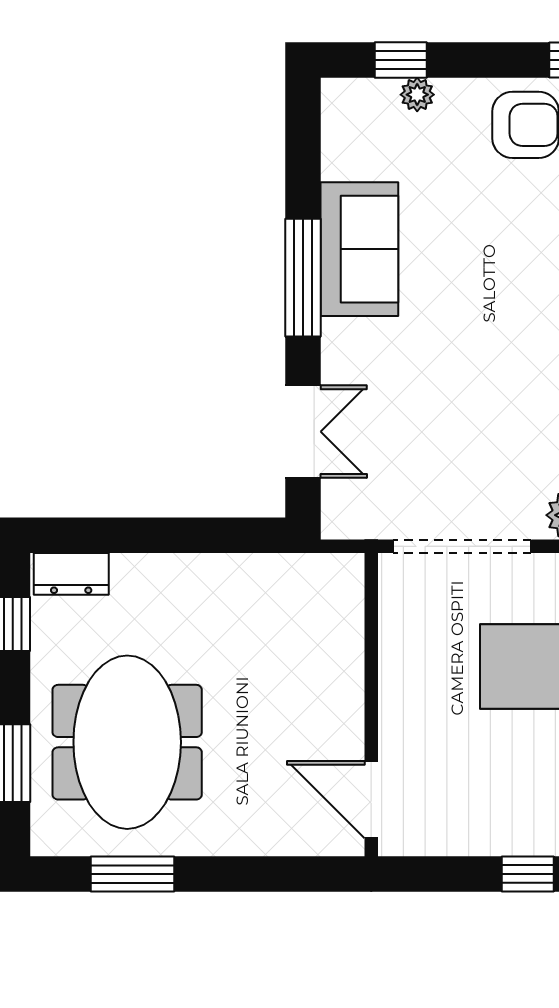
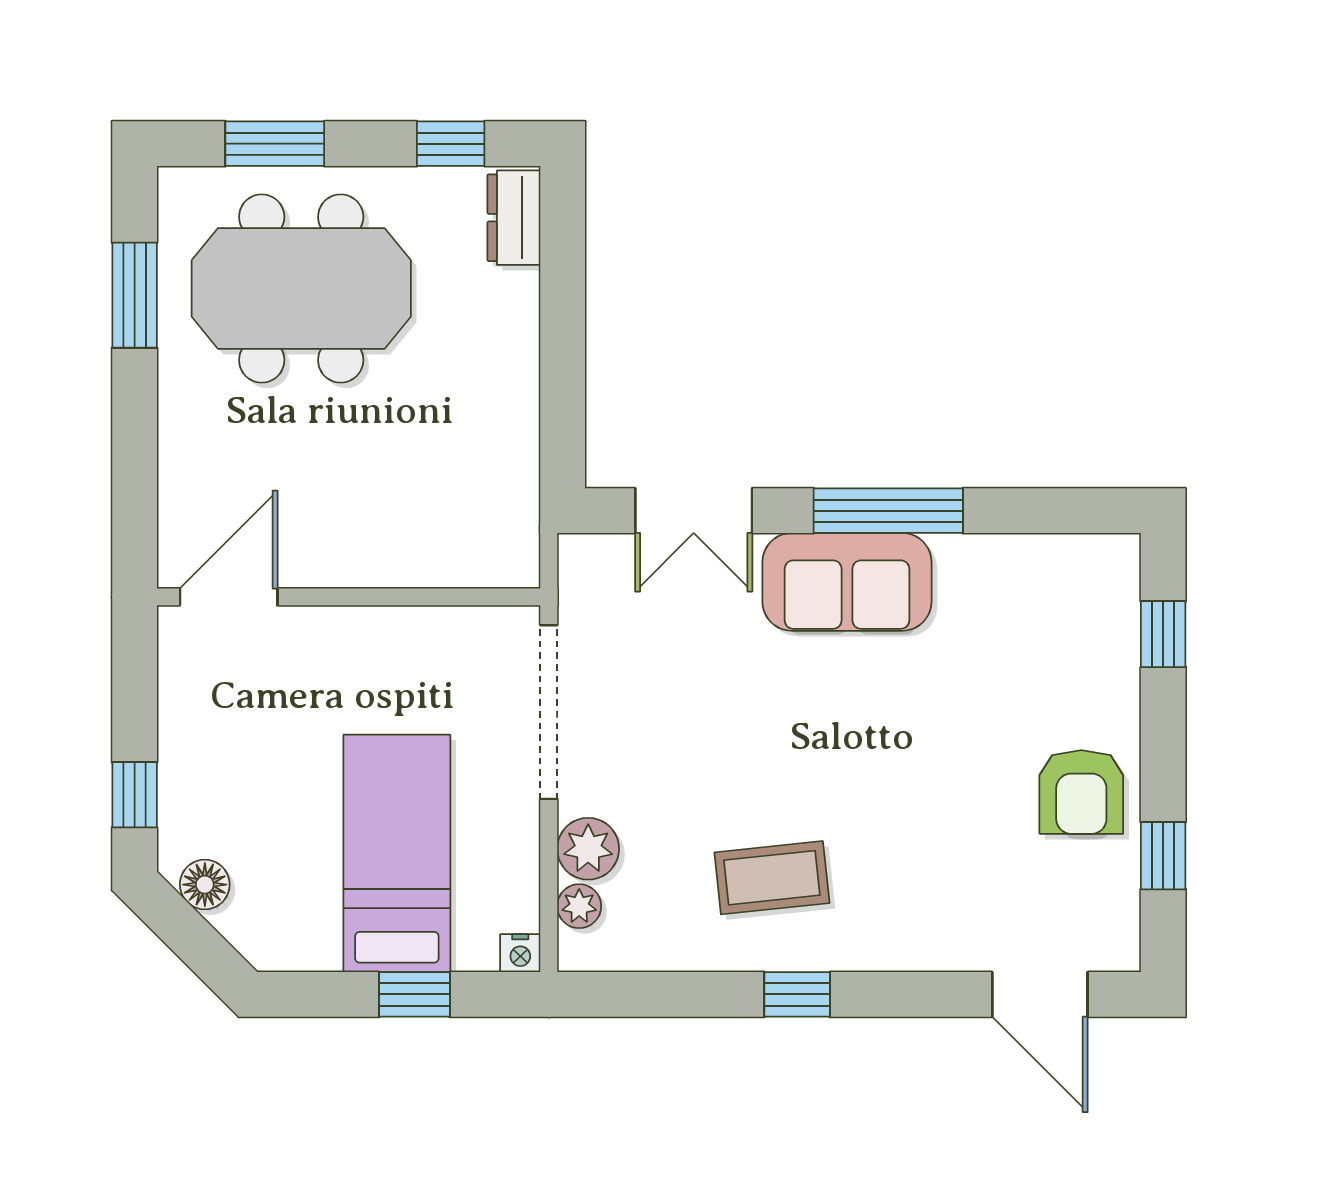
plant: (417, 95) -> (1120, 655), removed
sofa: (359, 249) -> (847, 582), moved

